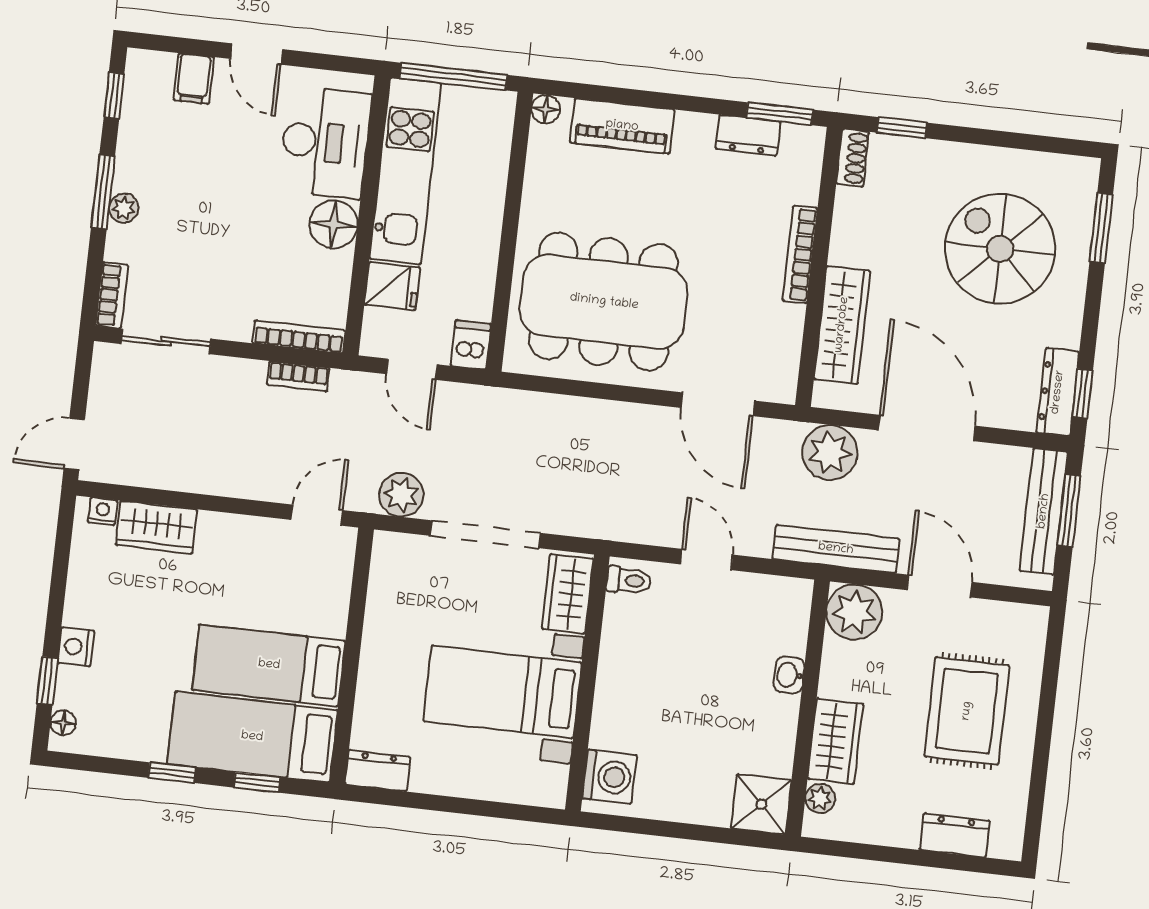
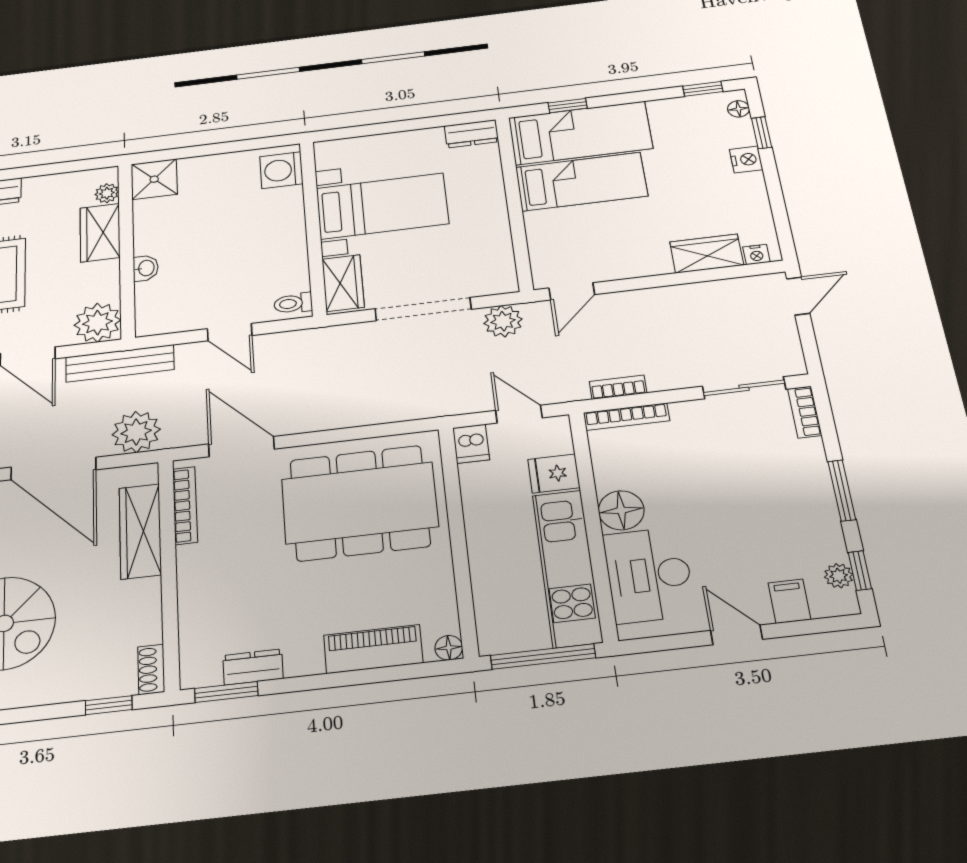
plant: (124, 208) -> (839, 576), moved
bookcase: (800, 254) -> (185, 505), moved
window: (172, 773) -> (703, 89), moved

